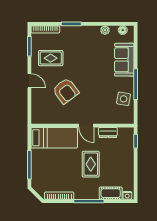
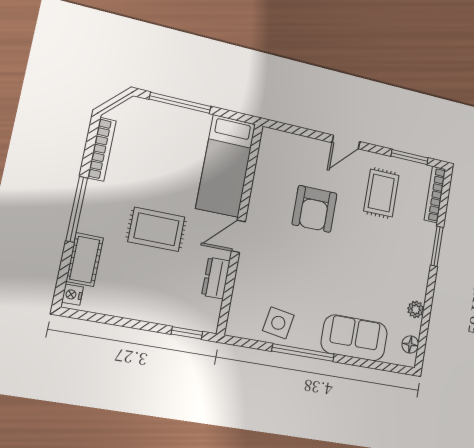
armchair: (66, 91) -> (315, 209), turned -53

